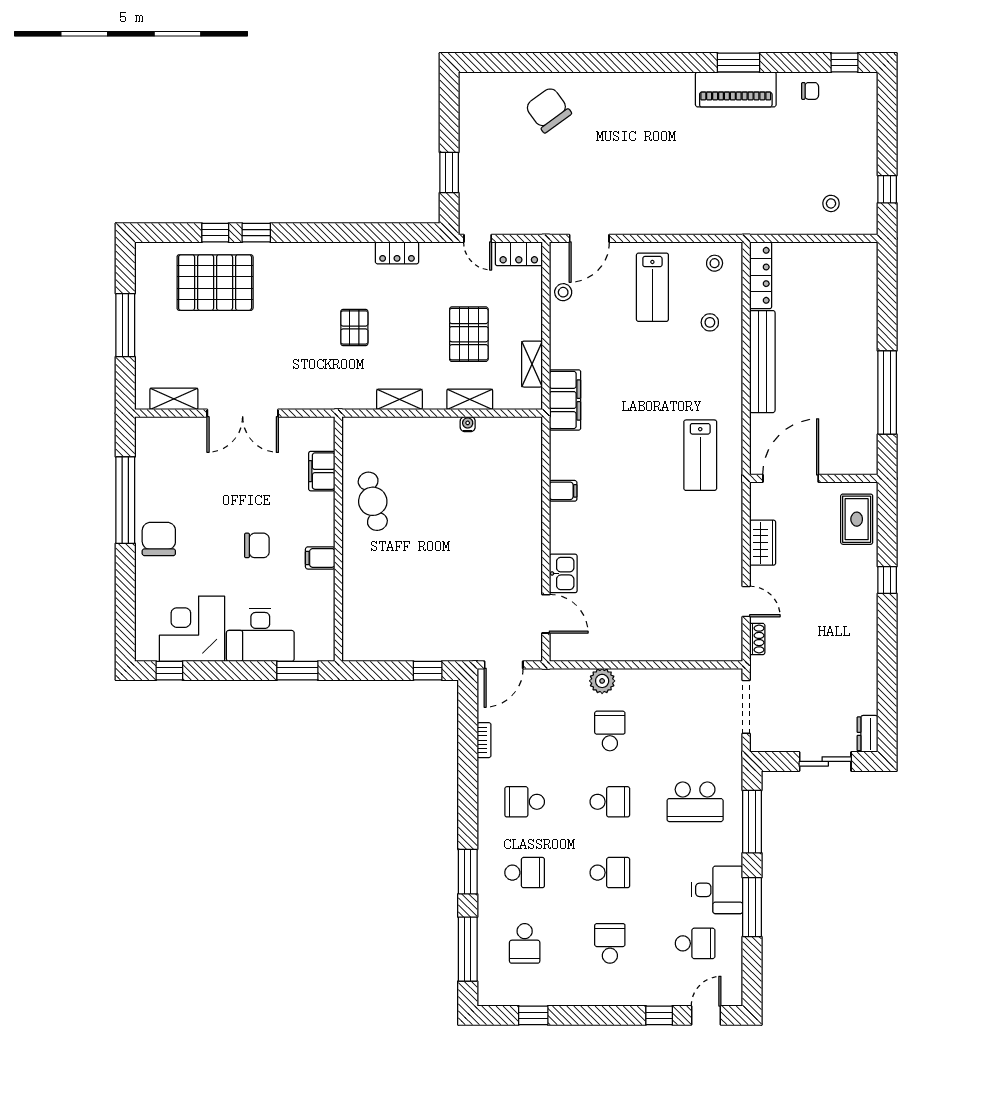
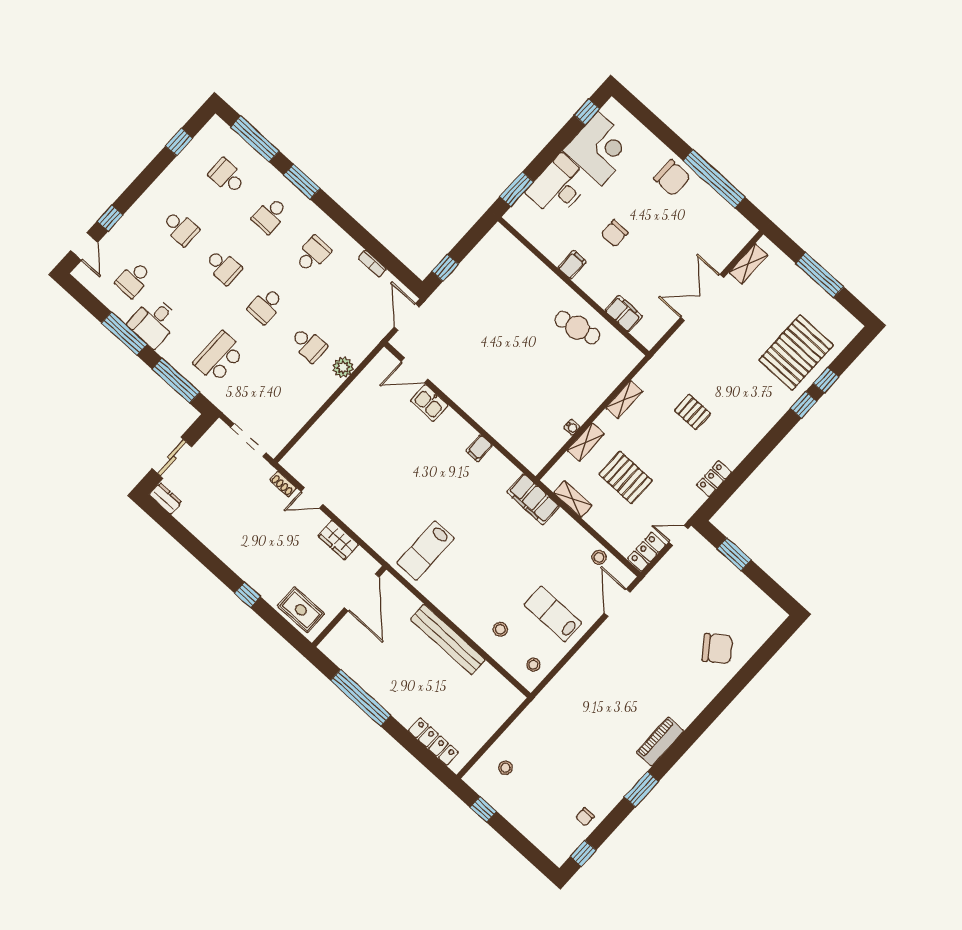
piano: (736, 89) -> (660, 742), moved, width x0.73, depth x0.75
locker: (761, 275) -> (433, 741), moved, turned 180
lab bench: (700, 455) -> (425, 551), turned -90
school desk: (610, 873) -> (223, 267), turned -90

